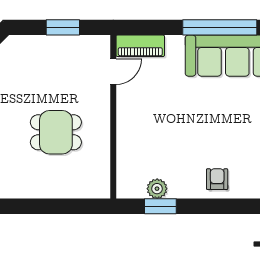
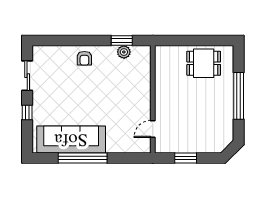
piano: (140, 46) -> (135, 146), removed
dining table: (56, 132) -> (204, 63), moved

